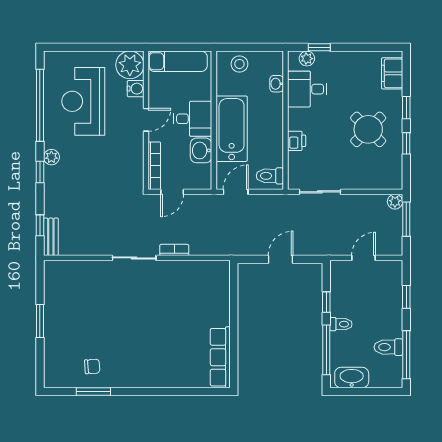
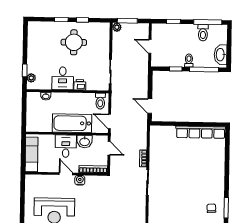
stool: (239, 64) -> (34, 118), removed
plant: (130, 65) -> (33, 183), removed
filing cabinet: (392, 73) -> (41, 28), removed
water cooler: (136, 89) -> (80, 180), moved
desk: (307, 89) -> (63, 78), moved
round table: (368, 129) -> (74, 42), turned 45
door: (172, 192) -> (109, 148), moved
door: (281, 259) -> (150, 106), moved
row of seats: (220, 357) -> (201, 132), width x1.36

